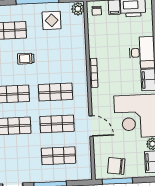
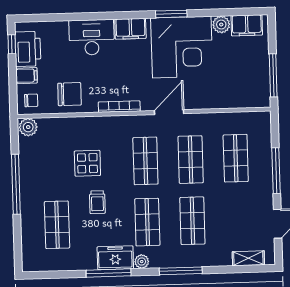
display table: (52, 20) -> (87, 163), moved
door: (91, 126) -> (169, 112), moved
chair: (116, 166) -> (69, 94), moved, turned -98

